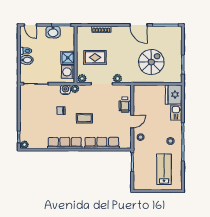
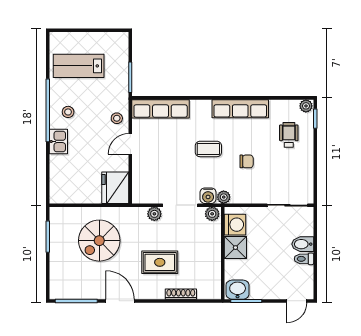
door: (30, 25) -> (297, 301), swing flipped
washbasin: (53, 32) -> (238, 290), moved
rug: (95, 57) -> (160, 262), moved
water cooler: (65, 90) -> (208, 196), moved
fridge: (174, 95) -> (115, 188), moved, turned 180
wheelchair: (125, 105) -> (289, 135), moved
kitchen sink: (176, 113) -> (58, 141), moved
row of seats: (102, 143) -> (161, 109), moved
lab bench: (164, 169) -> (79, 66), turned 90

